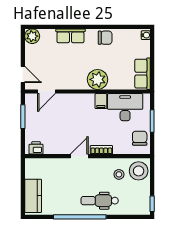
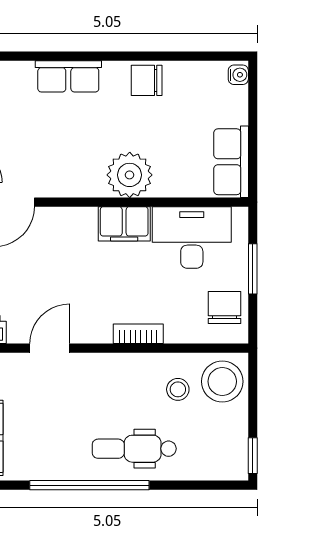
chair: (105, 38) -> (147, 80), turned 180
filing cabinet: (101, 101) -> (124, 224), width x2.00
door: (79, 156) -> (50, 348), moved

